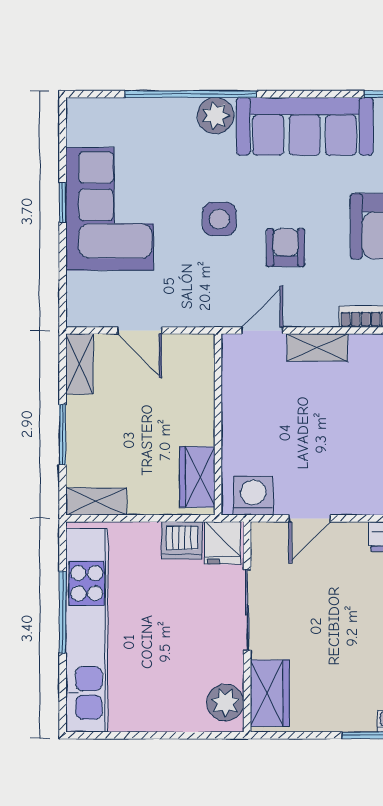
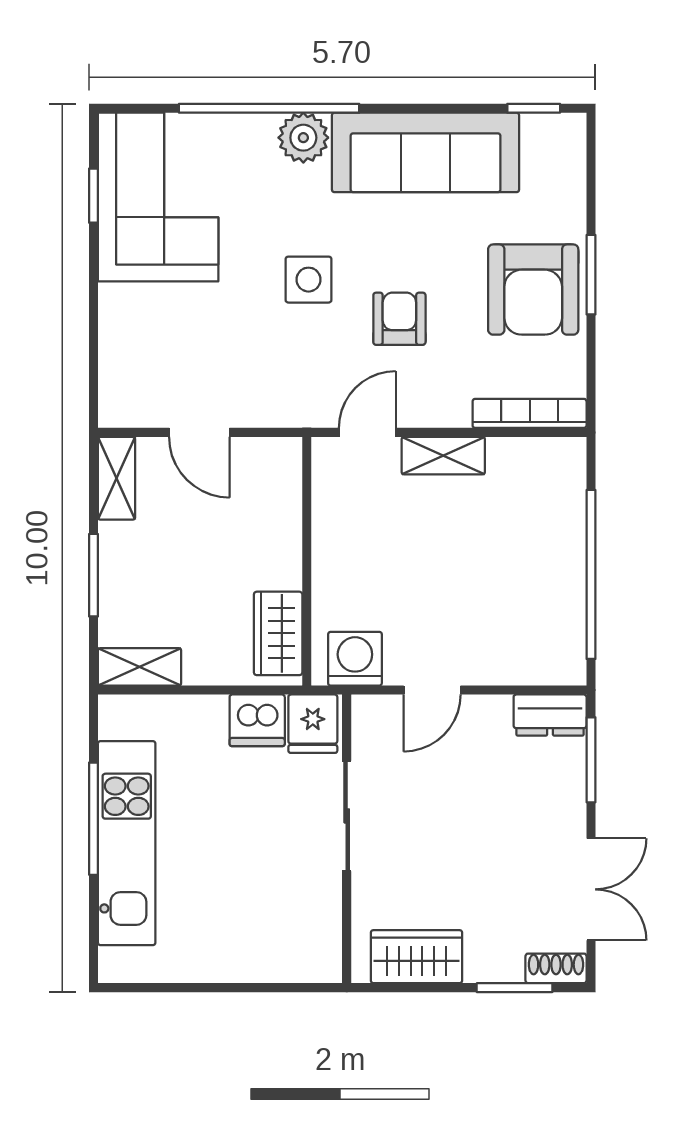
window: (63, 202) -> (94, 196), moved
corner sofa: (110, 209) -> (158, 197), moved
kitchen unit: (87, 630) -> (127, 843), width x0.73
wardrobe: (270, 693) -> (416, 957), moved, turned -90
plant: (225, 703) -> (317, 943), removed

